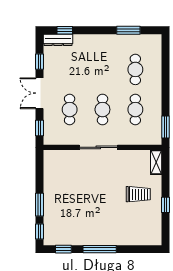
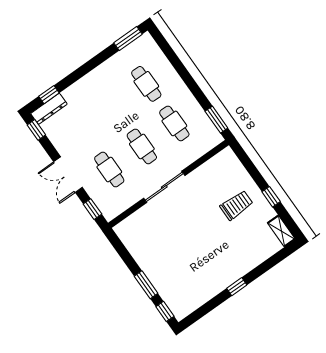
window: (128, 30) -> (128, 39), moved
window: (39, 62) -> (36, 130), moved
shelving: (156, 162) -> (281, 231), moved
window: (63, 249) -> (201, 312), removed
window: (100, 249) -> (237, 287), width x0.46

